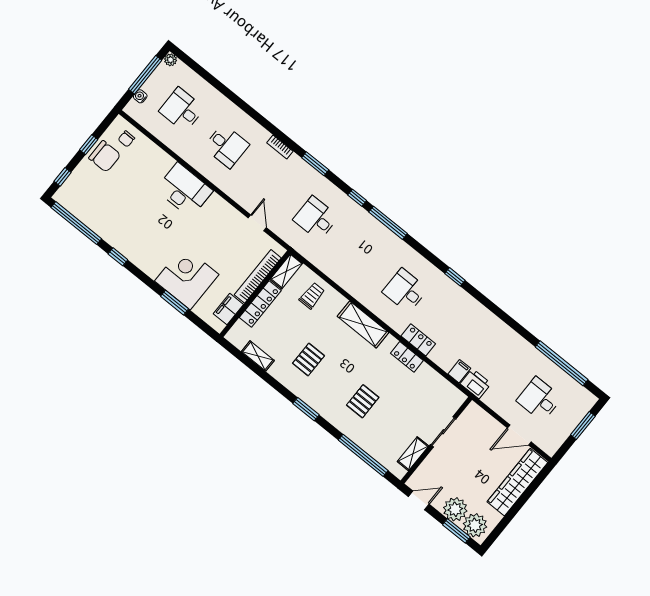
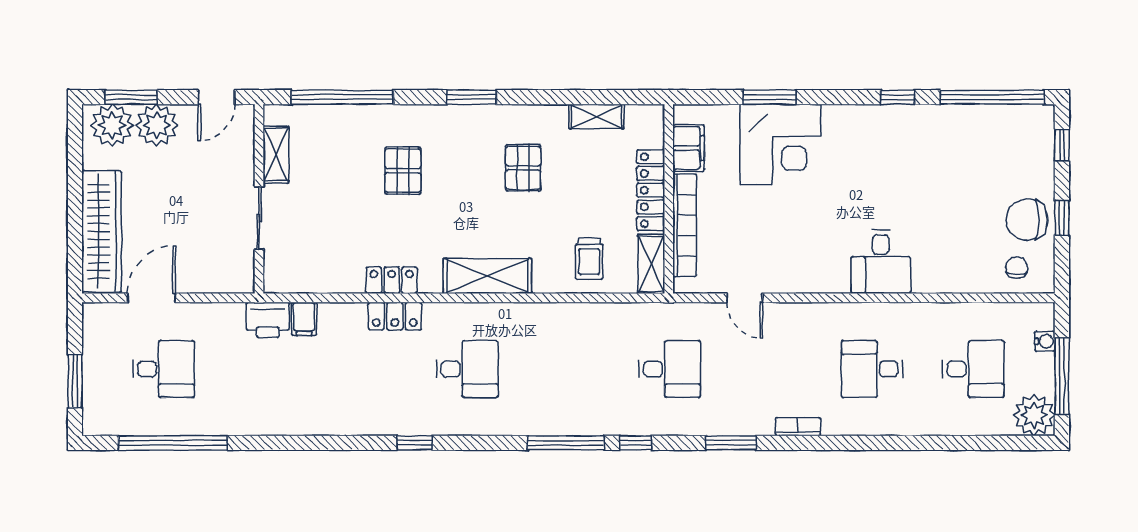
plant: (171, 60) -> (1034, 415), width x1.88, depth x1.88
desk: (184, 190) -> (881, 262), width x0.73

